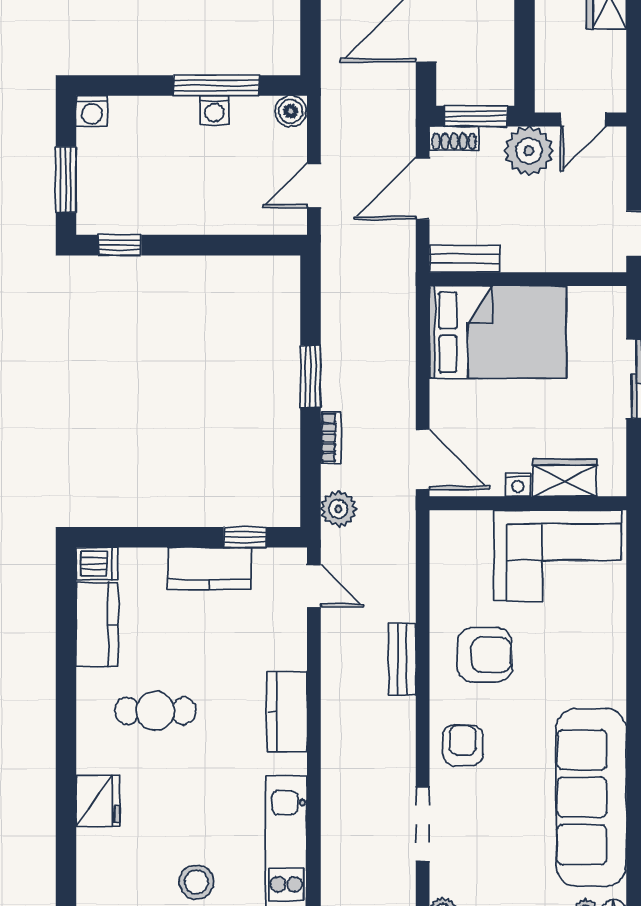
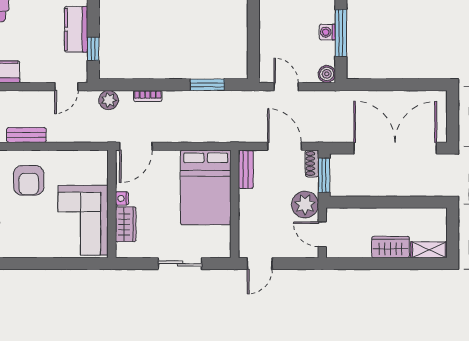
window: (311, 377) -> (207, 85), moved

